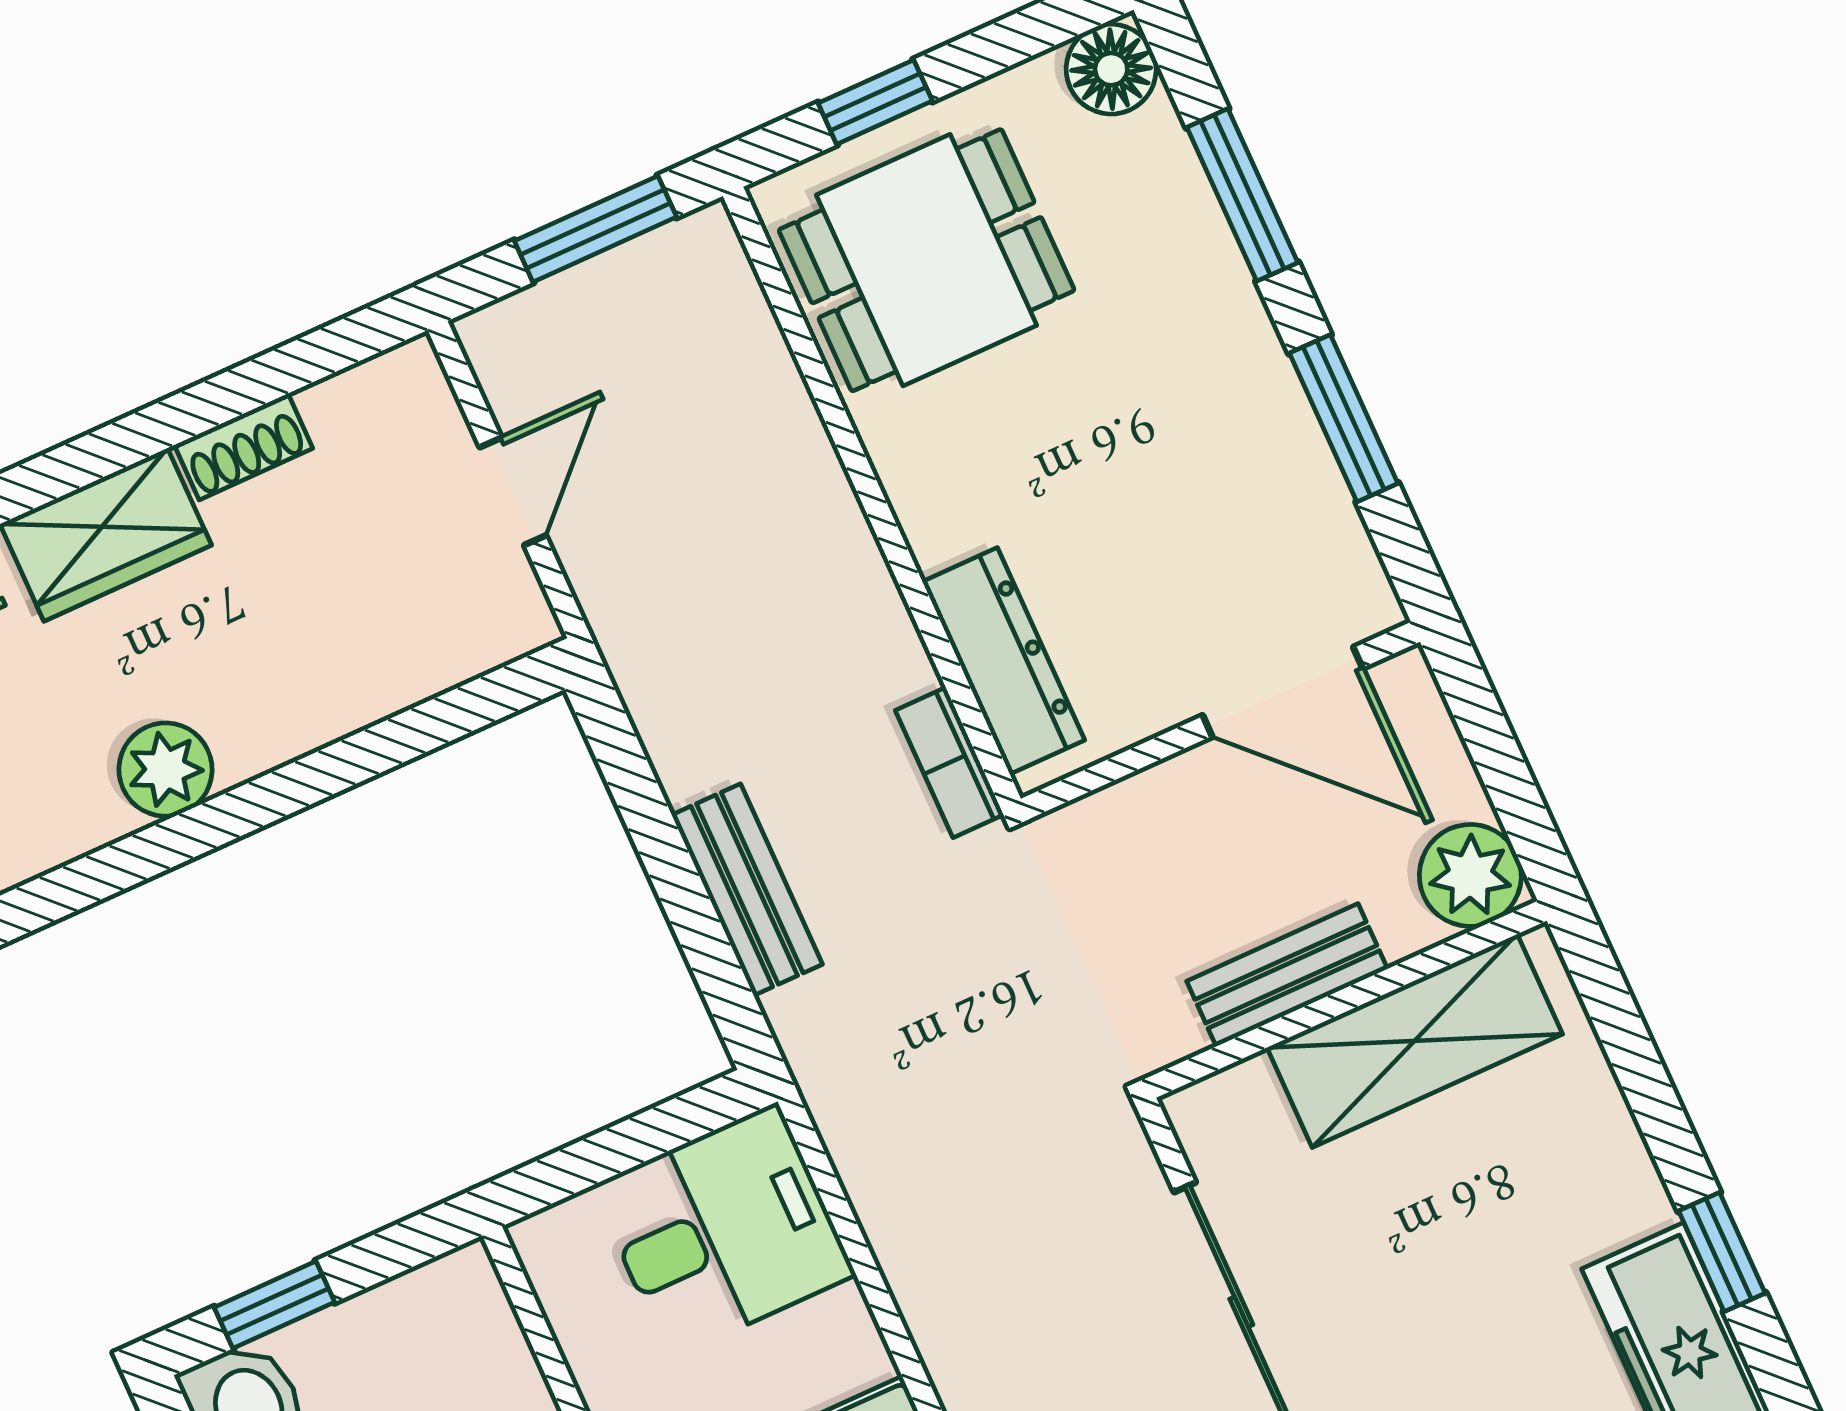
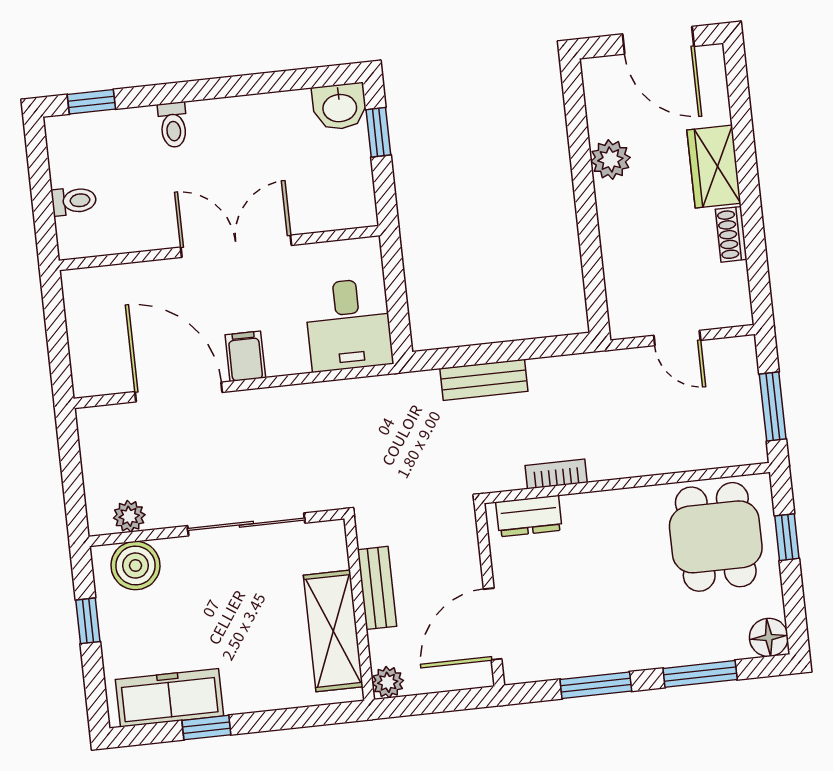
dresser: (1003, 661) -> (529, 516), width x0.70
bookcase: (950, 763) -> (556, 474), moved
plant: (1470, 875) -> (388, 682), width x0.73, depth x0.73

